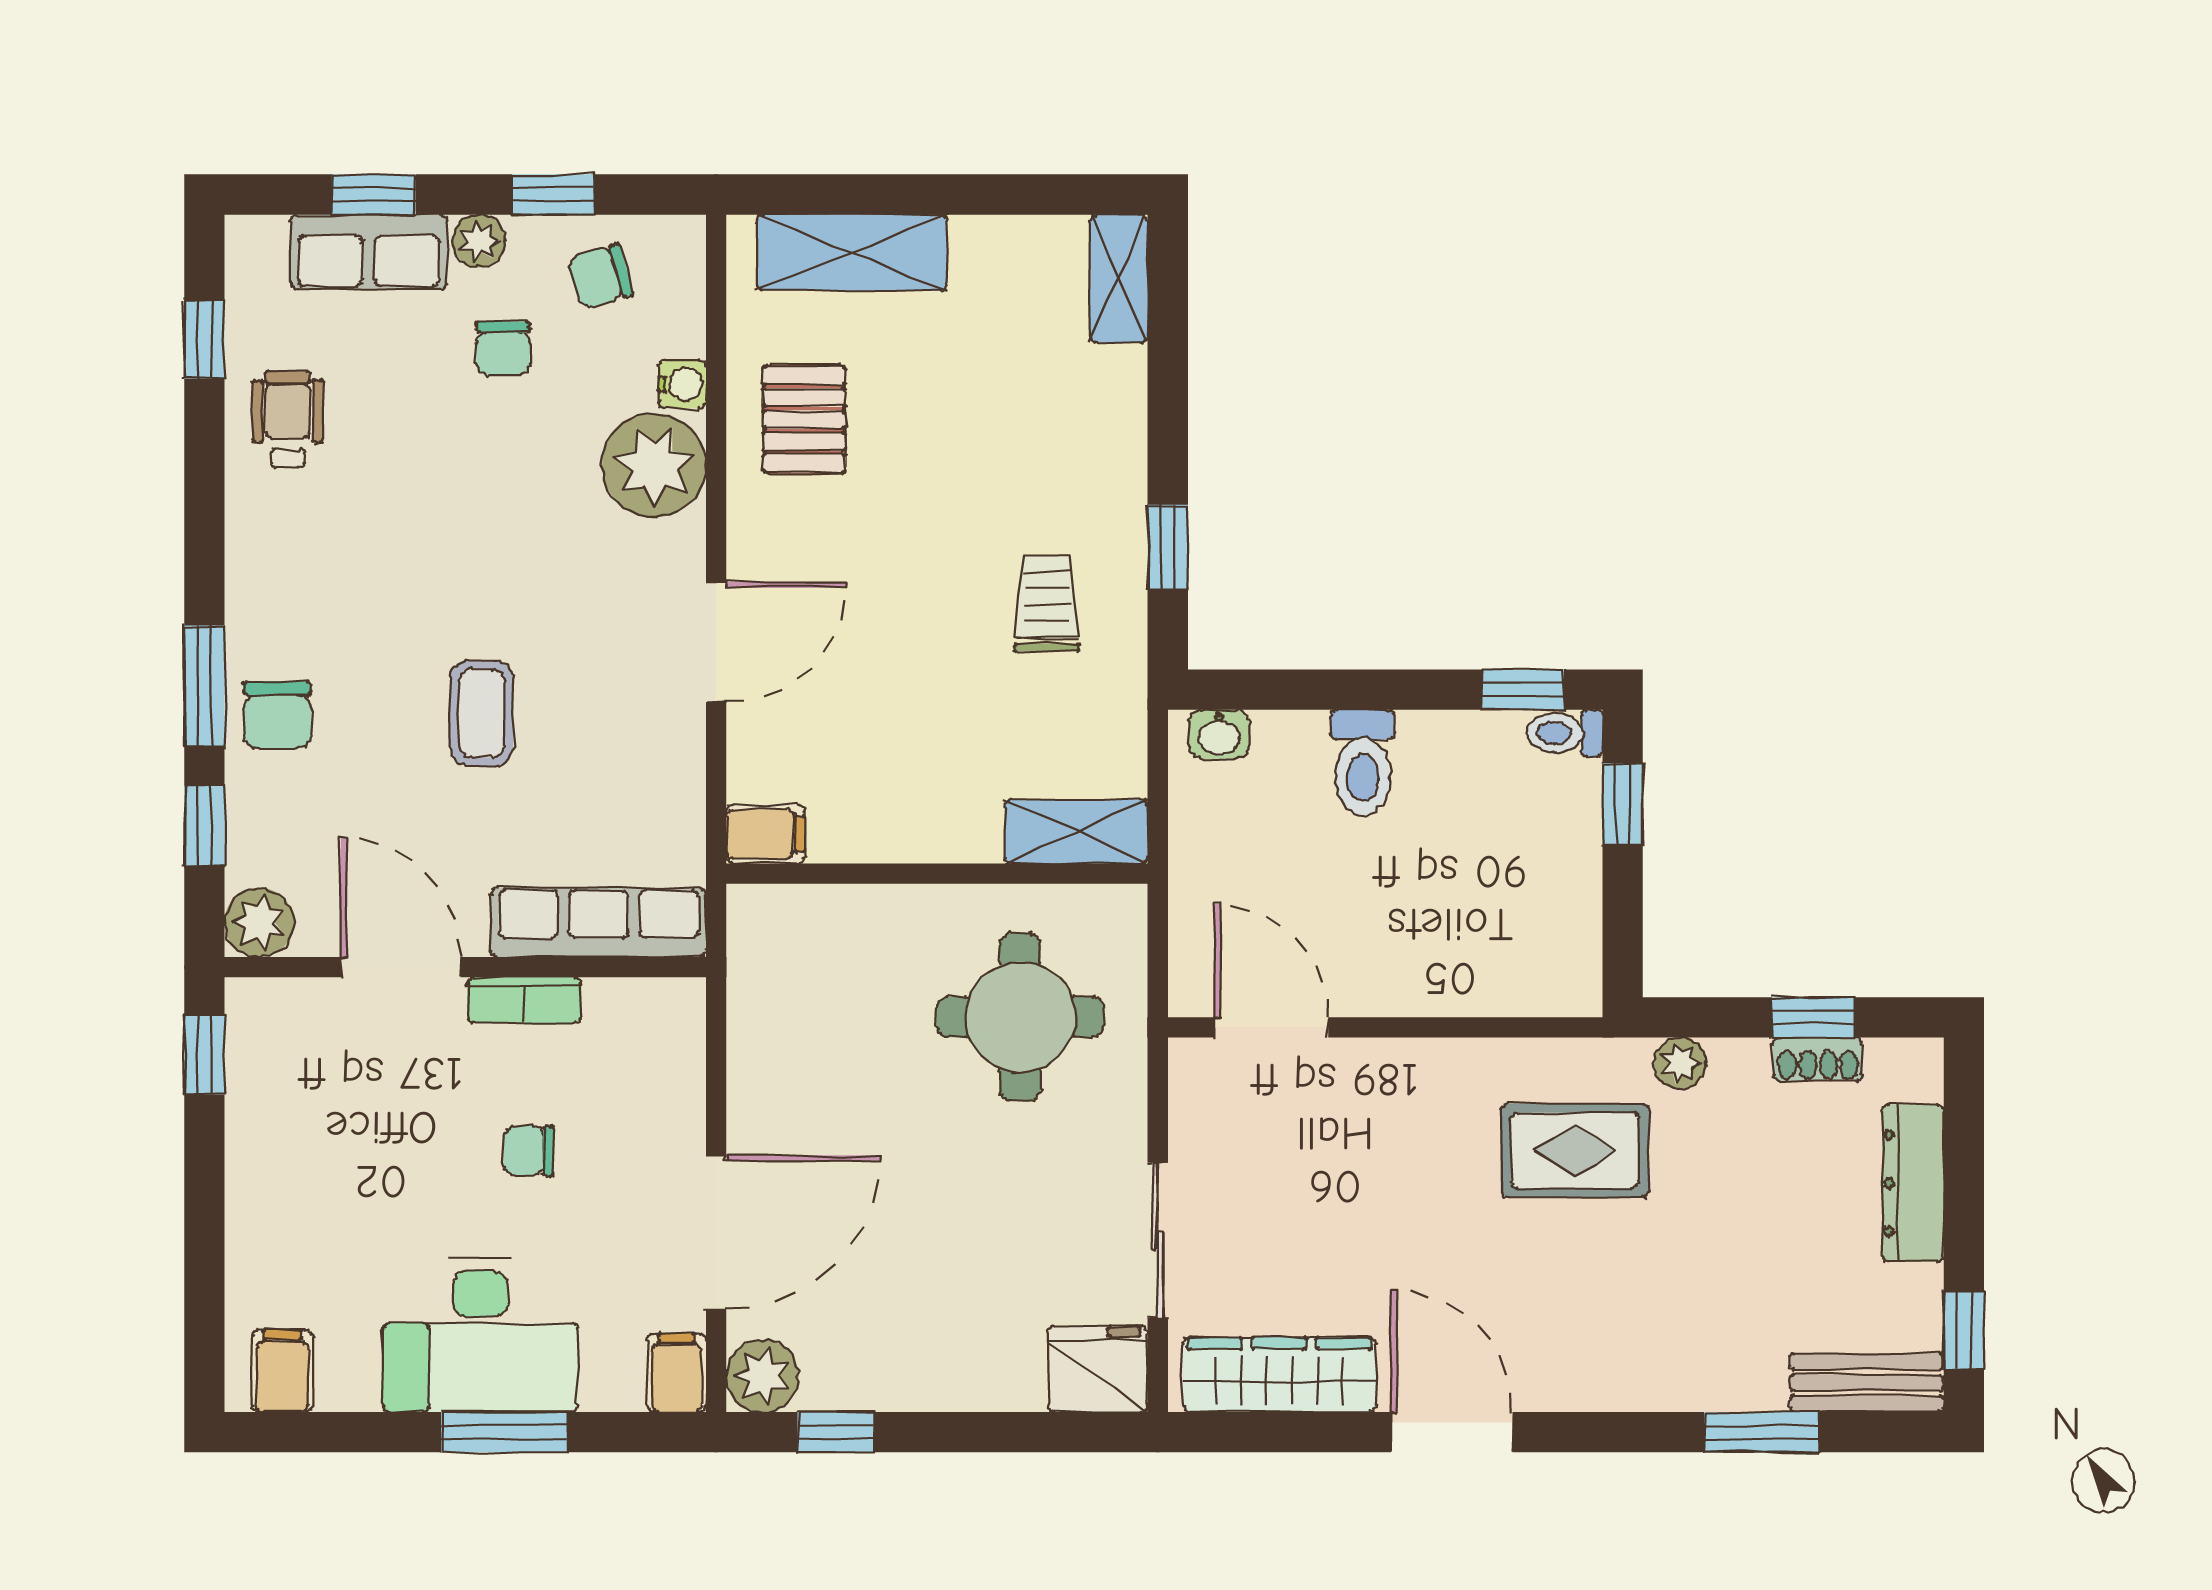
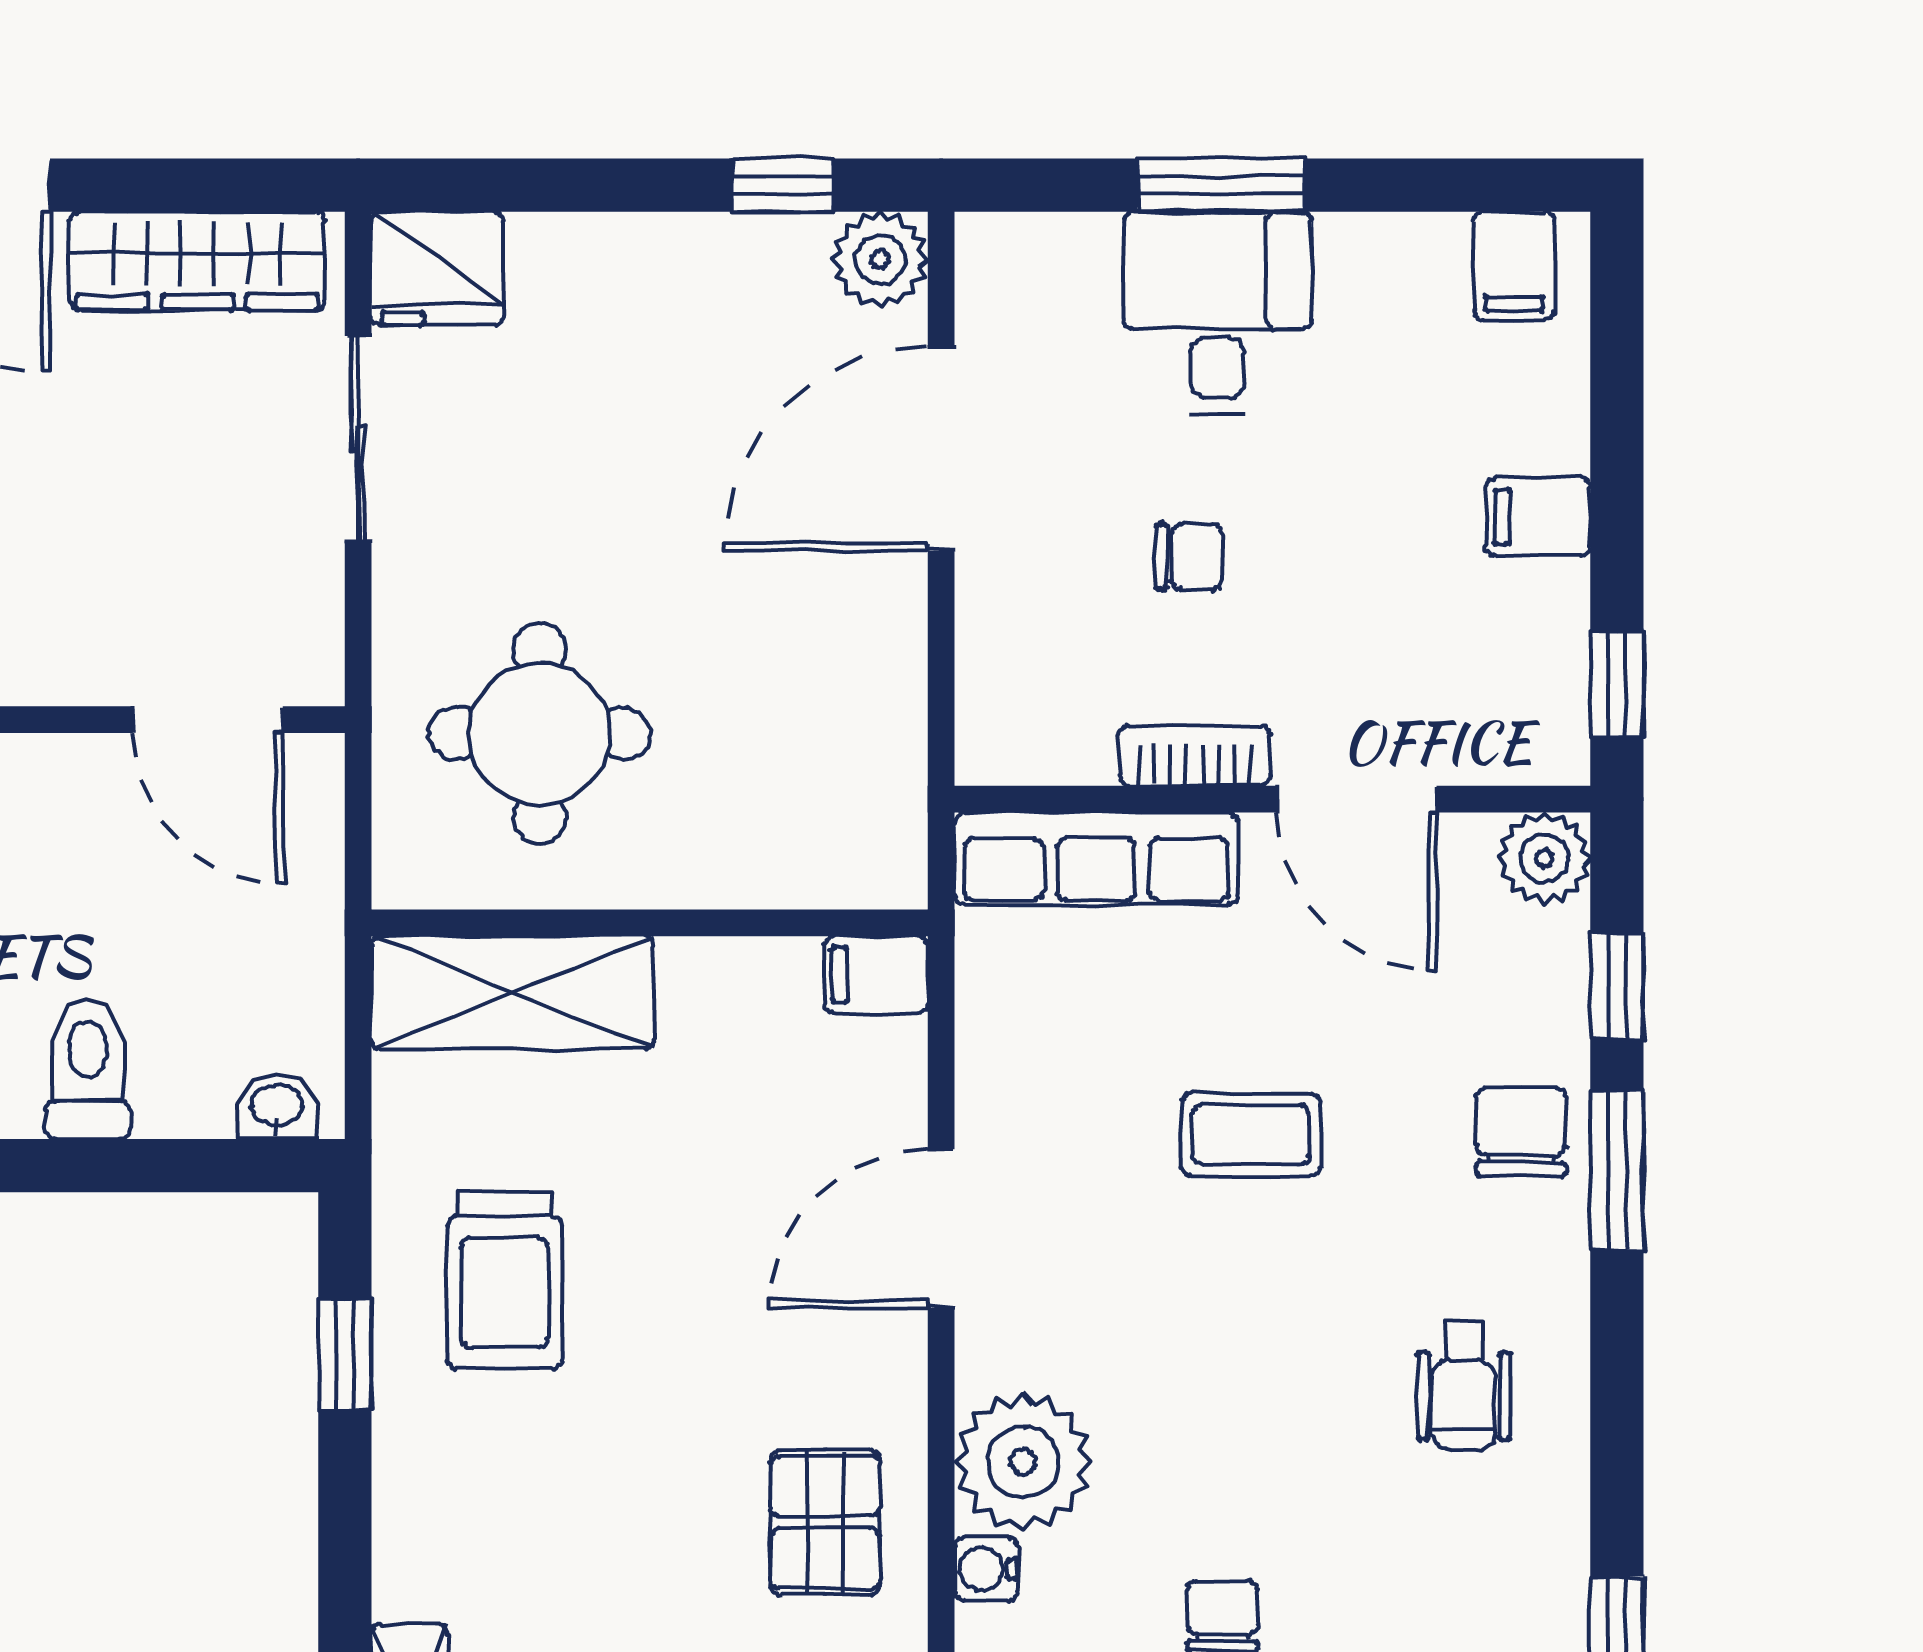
wheelchair: (288, 419) -> (1464, 1386), moved
trolley: (1047, 603) -> (505, 1280), width x1.36, depth x1.39
coffee table: (482, 713) -> (1251, 1135), turned 90
shelving: (1076, 831) -> (513, 993), width x1.50, depth x1.33
desk: (480, 1335) -> (1217, 313), width x0.73
filing cabinet: (677, 1373) -> (1538, 517), moved, turned 90

